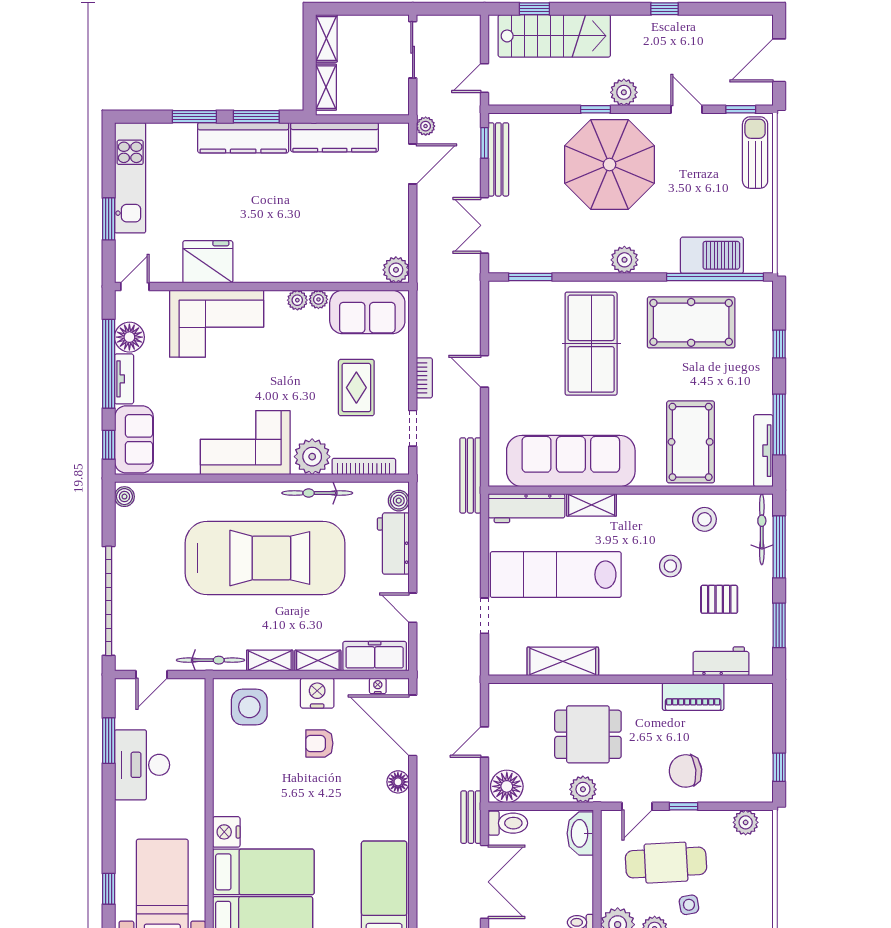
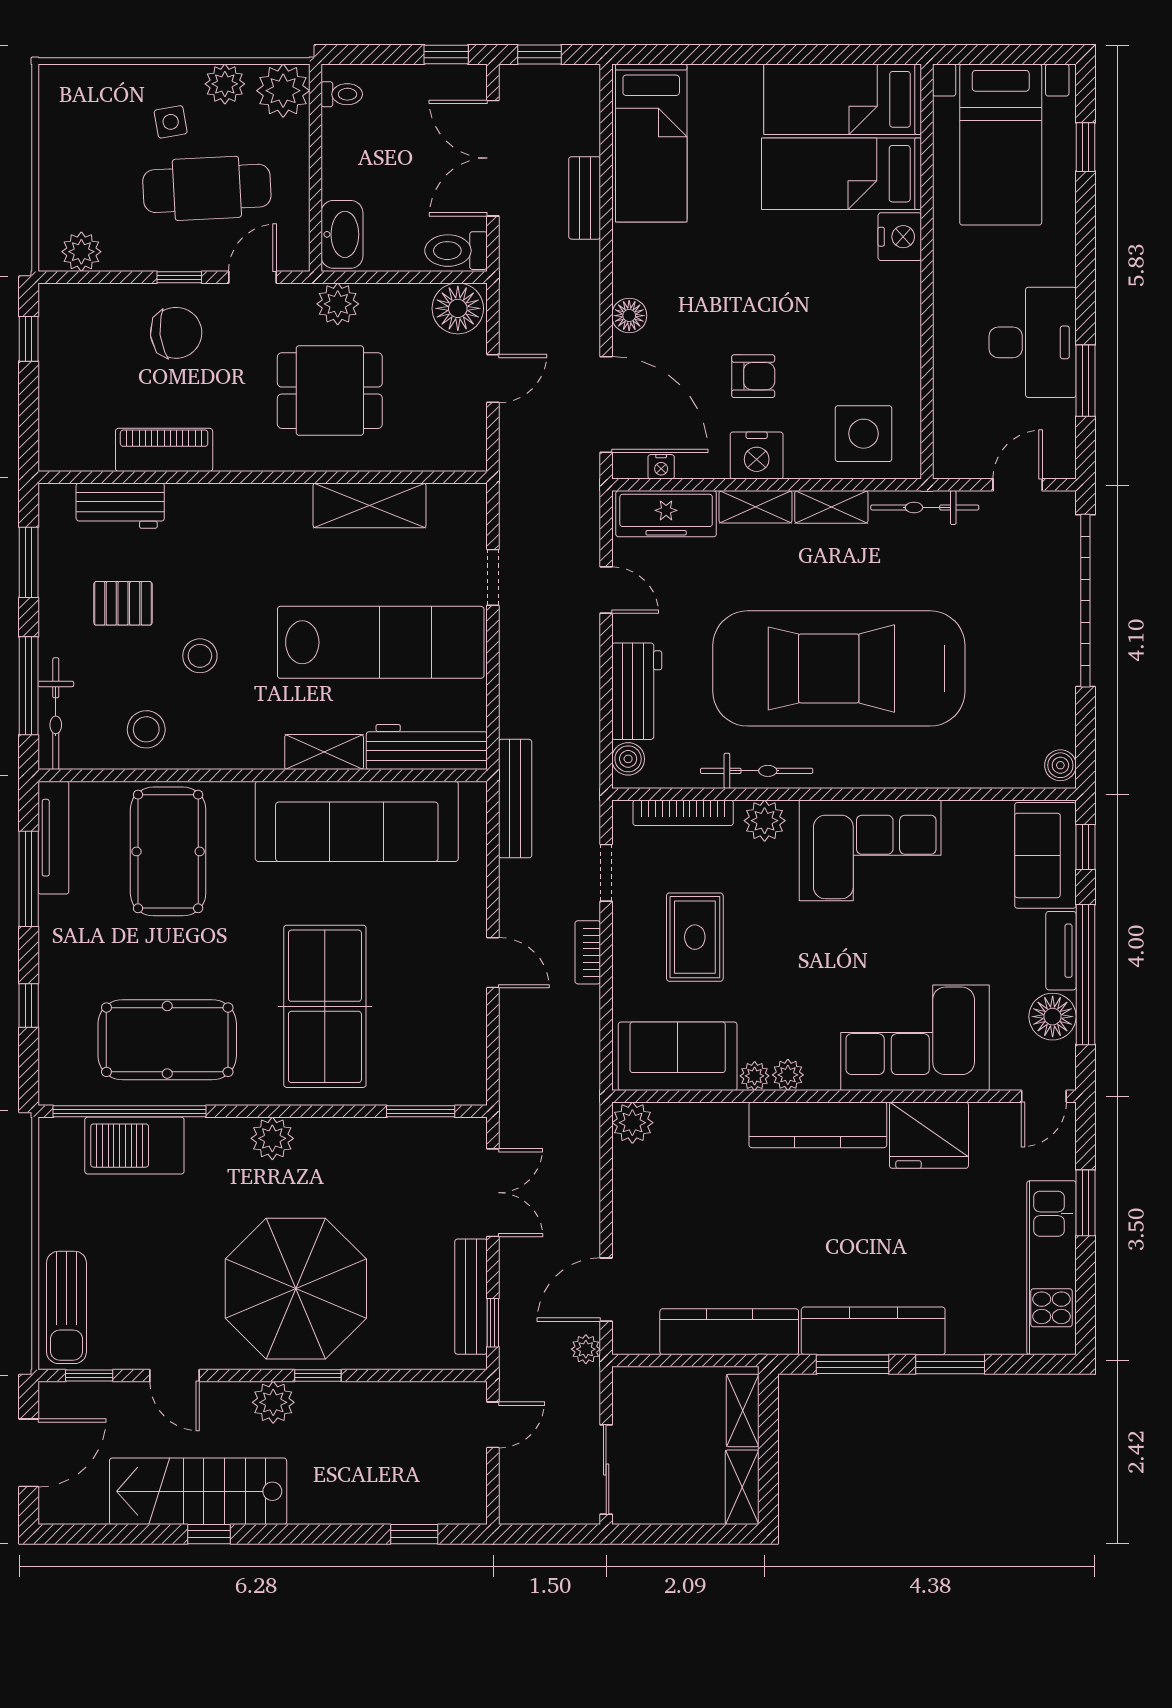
stairs: (554, 36) -> (198, 1491), moved
kitchen counter: (278, 268) -> (818, 1125), added
plant: (312, 457) -> (765, 821), width x0.73, depth x0.73
bench: (471, 817) -> (585, 198), moved

